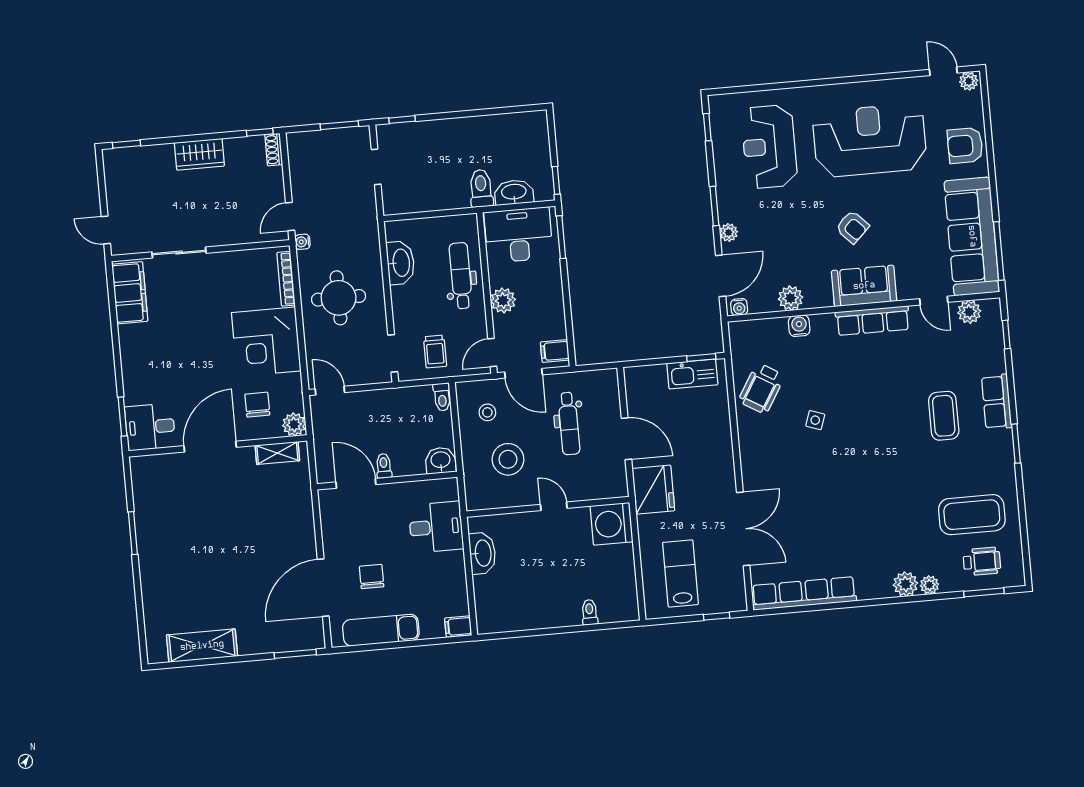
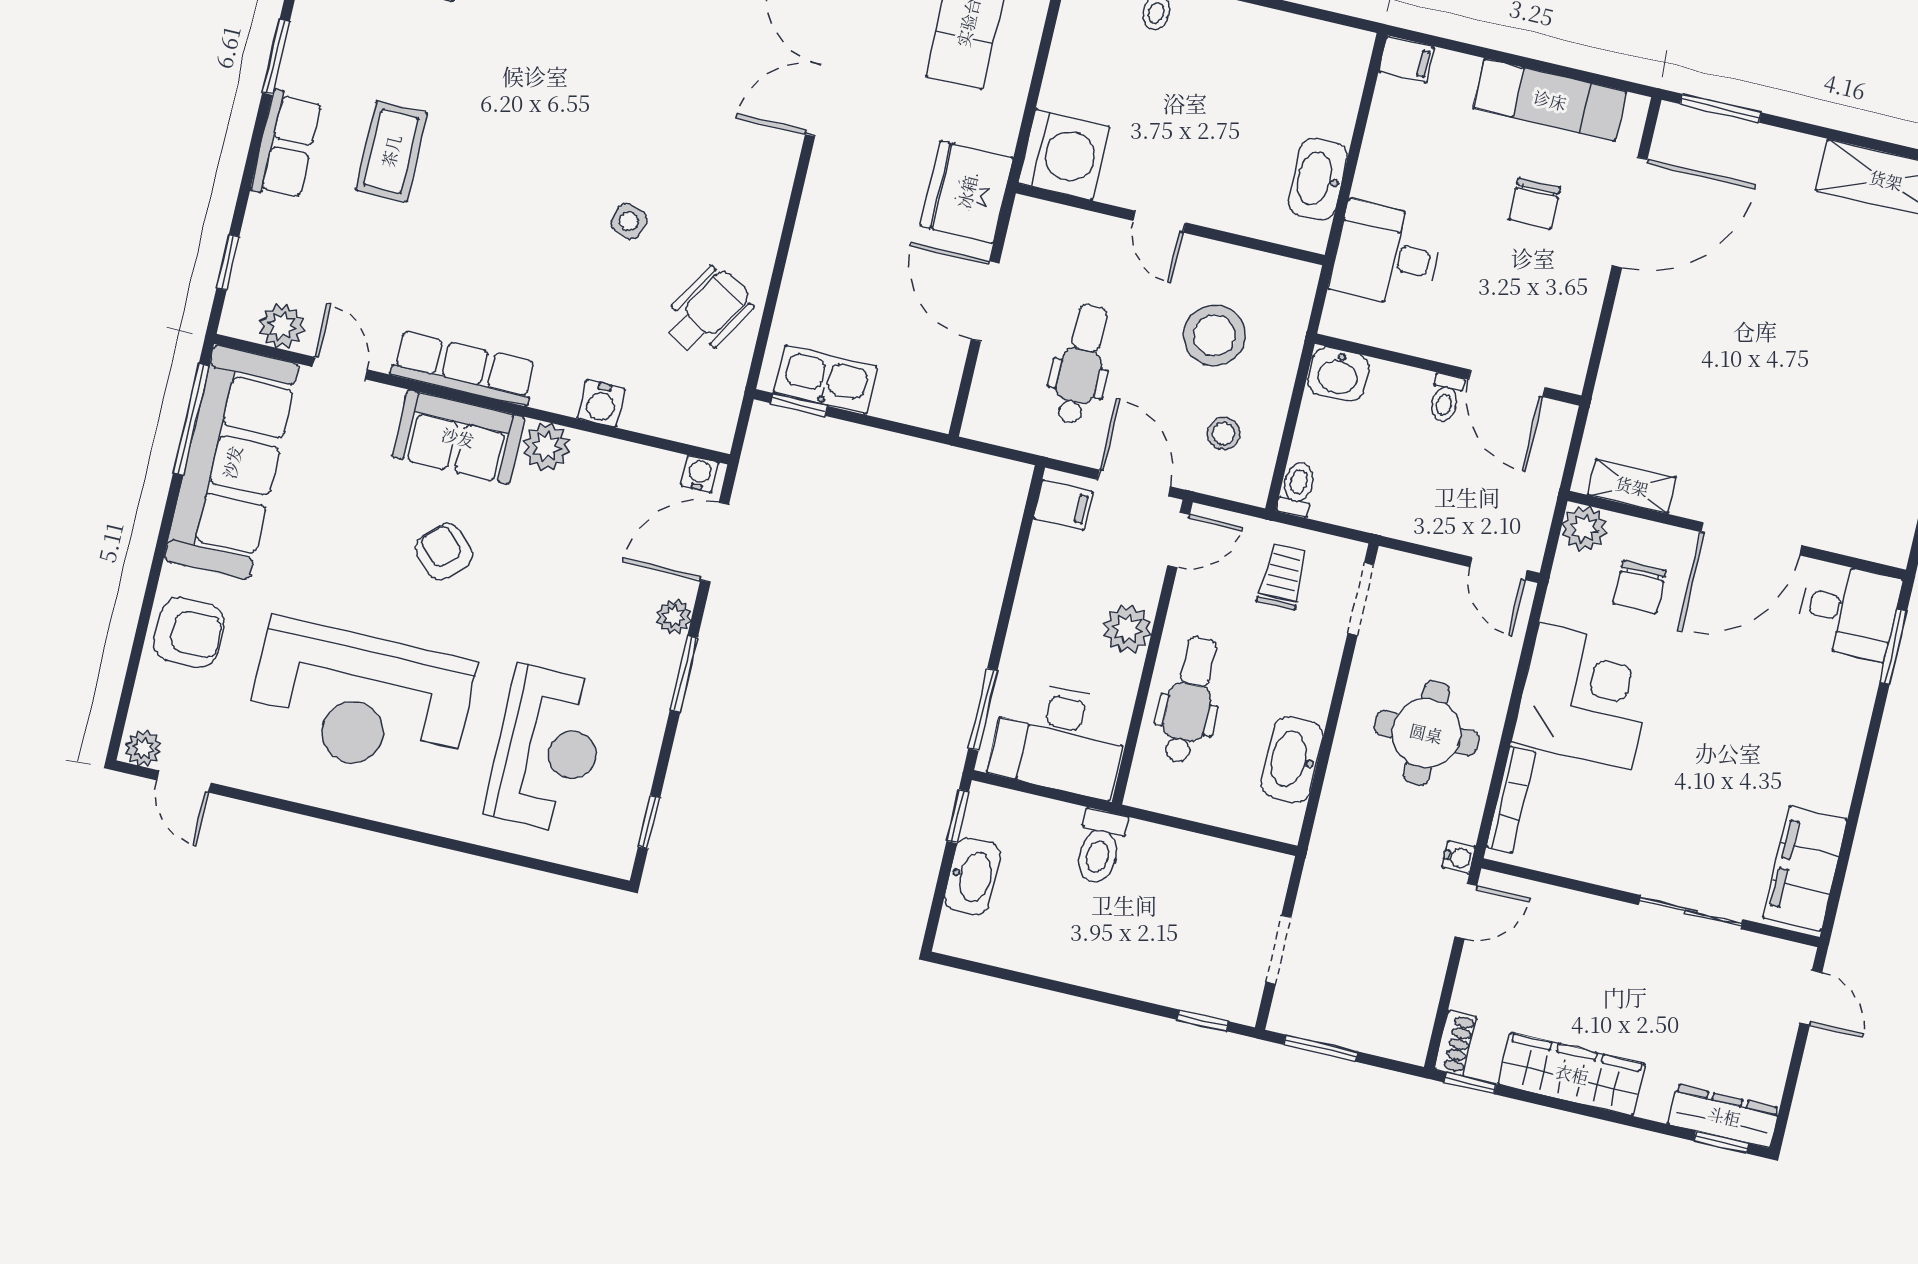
wardrobe: (199, 154) -> (1572, 1074), width x1.50
dresser: (130, 157) -> (1724, 1116), added
washbasin: (514, 192) -> (972, 876), moved, turned -90
dental chair: (461, 276) -> (1190, 700), turned 180
plant: (791, 298) -> (546, 446), moved

